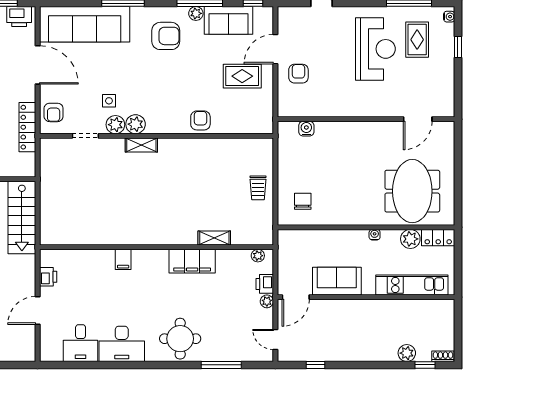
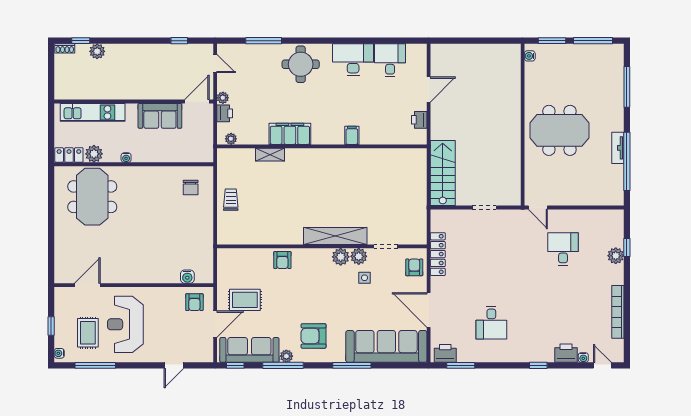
sofa: (228, 20) -> (249, 350), width x1.36
wall: (366, 119) -> (134, 285), moved
door: (418, 119) -> (87, 285), moved
water cooler: (306, 129) -> (187, 277), moved
shelving: (141, 145) -> (335, 236), width x2.20, depth x1.33

